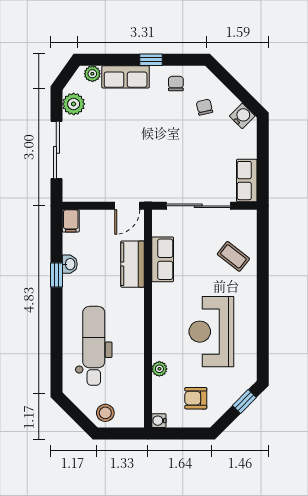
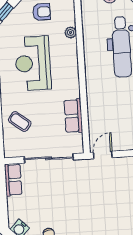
kitchen counter: (132, 264) -> (96, 111), removed
reception desk: (211, 332) -> (33, 63), turned 180

